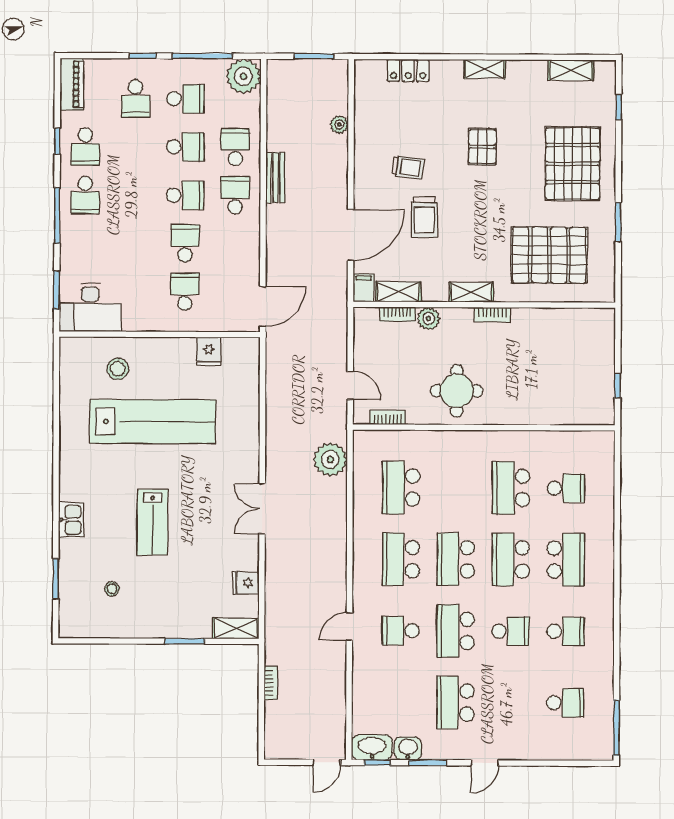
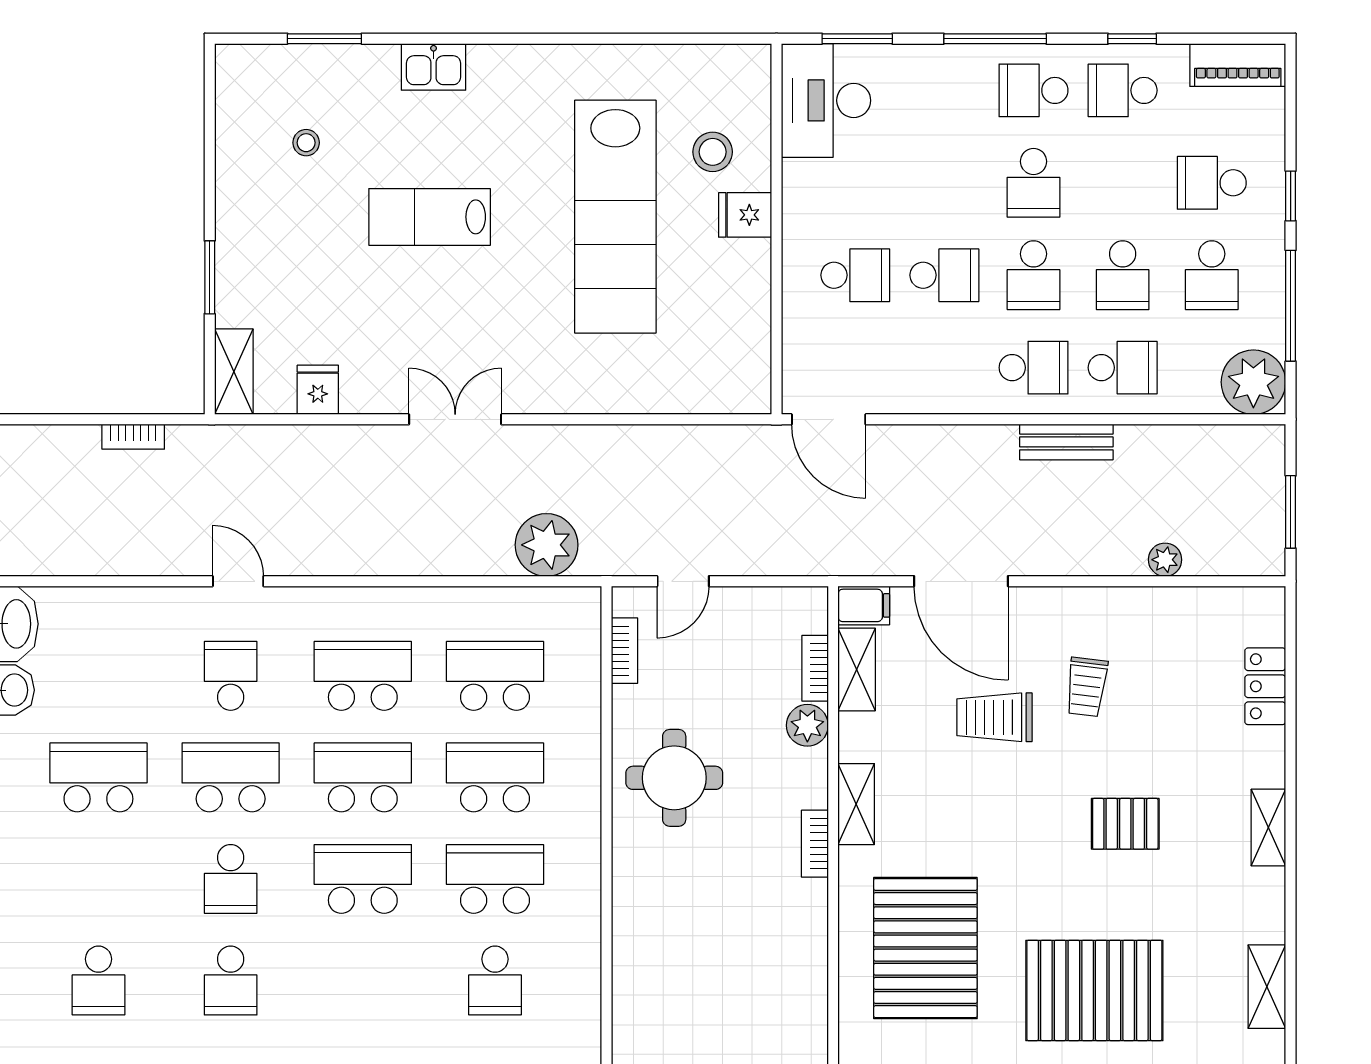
school desk: (135, 195) -> (1034, 183), added
fridge: (209, 351) -> (745, 215), moved
school desk: (566, 560) -> (495, 777), moved, turned 180

